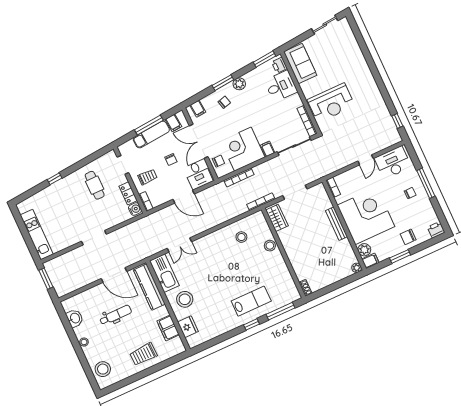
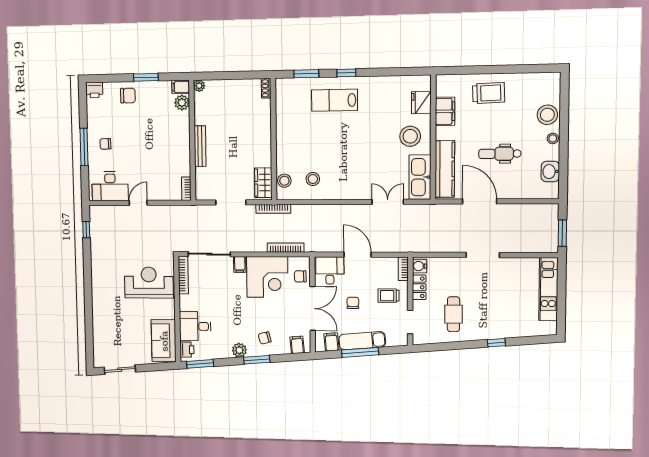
corner desk: (366, 216) -> (164, 140), removed
stool: (270, 246) -> (284, 181), moved
window: (280, 311) -> (306, 74), width x0.69
stool: (103, 369) -> (547, 115), moved

